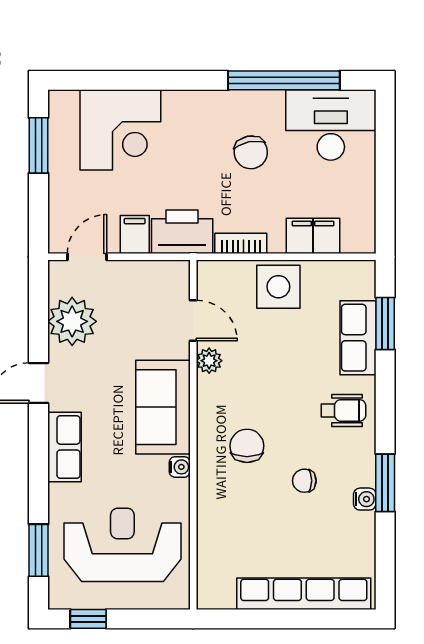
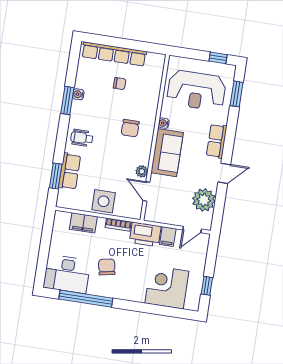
window: (39, 145) -> (207, 286), width x0.67
chair: (304, 481) -> (120, 84), moved

